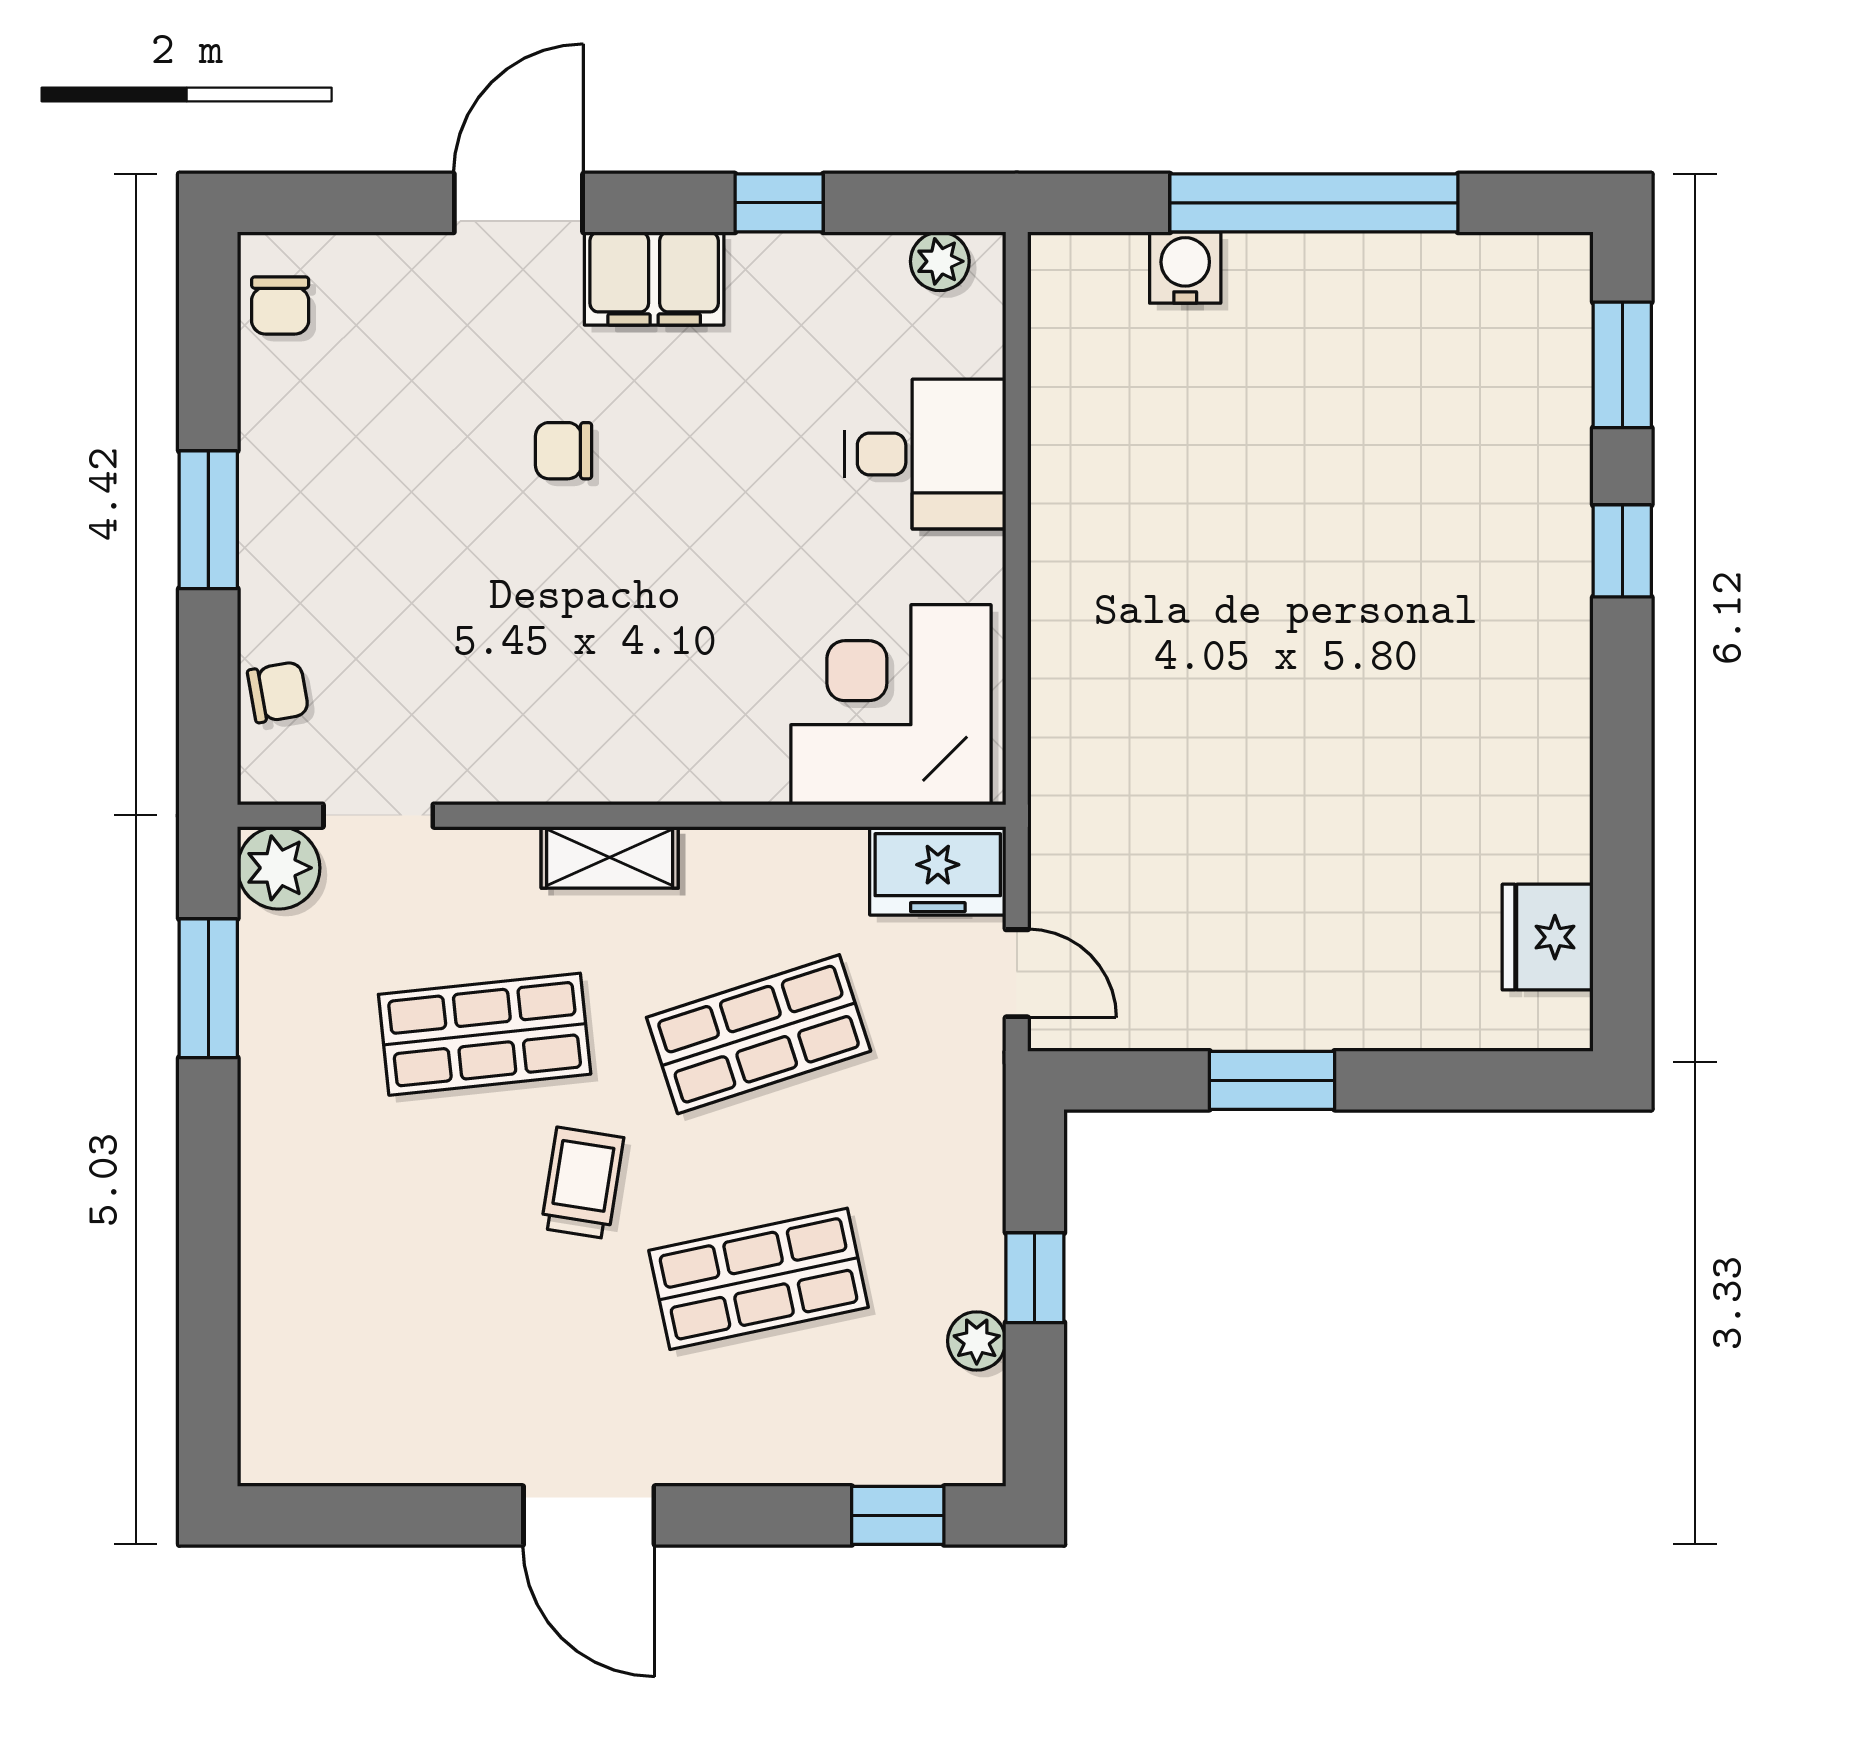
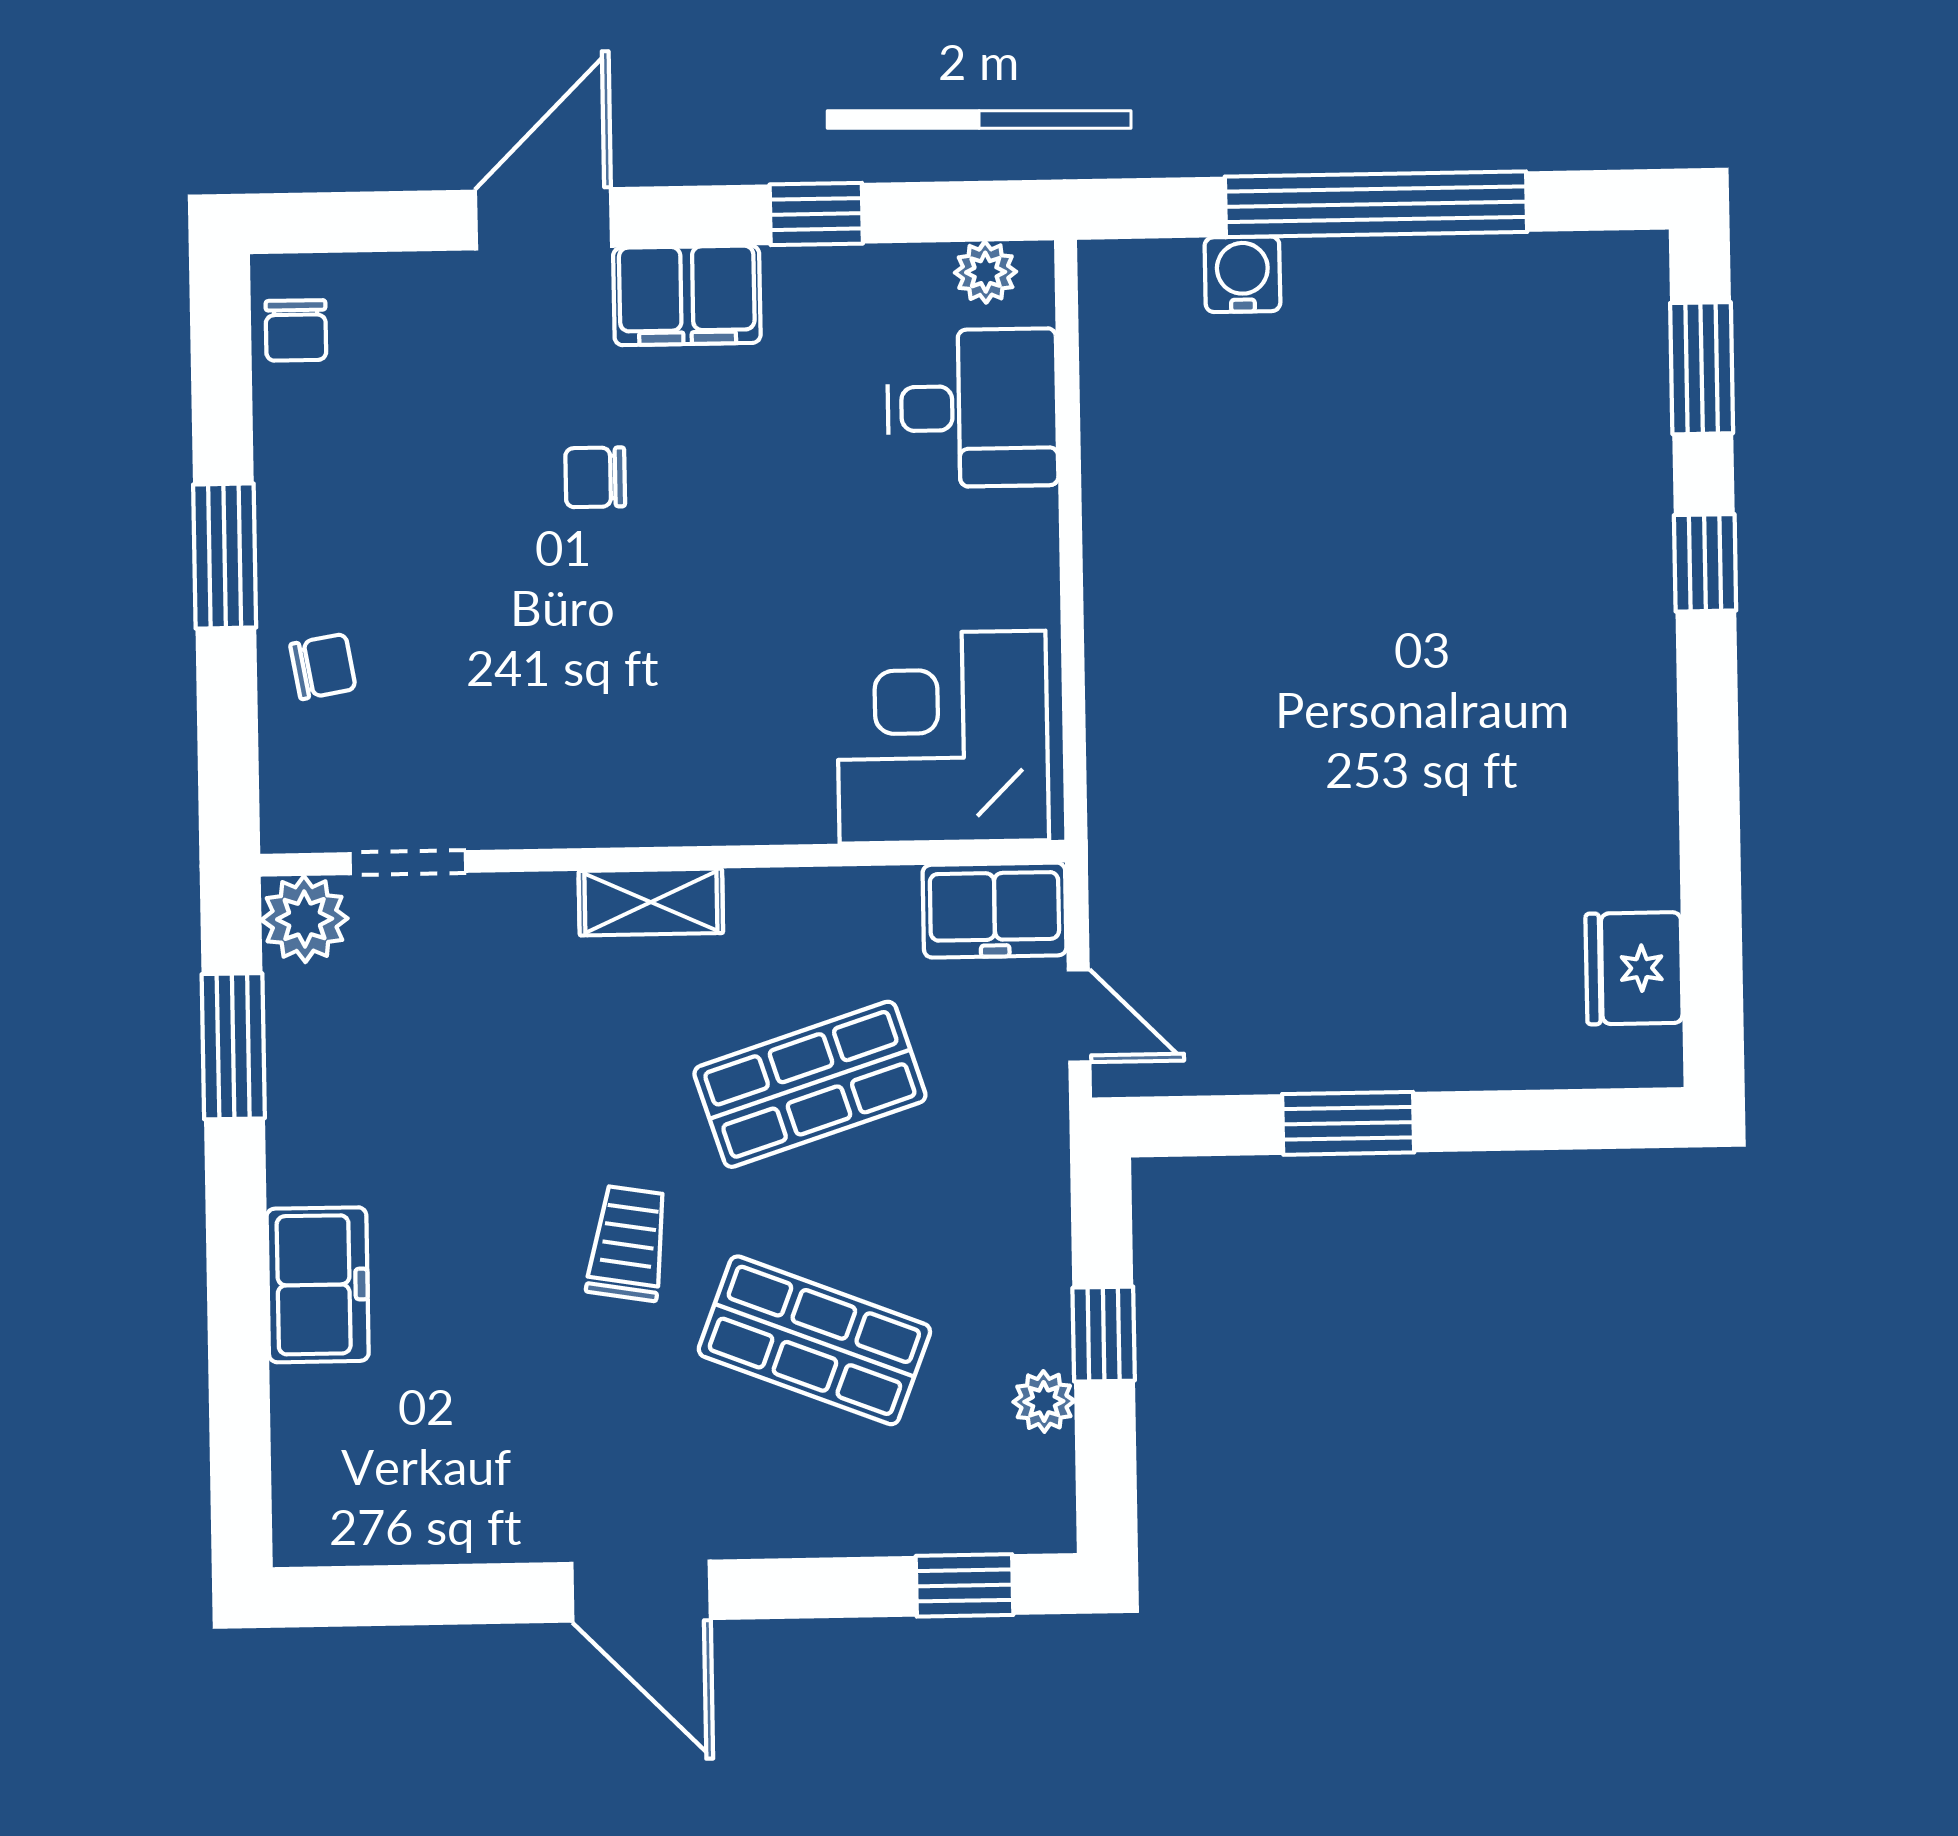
desk: (925, 454) -> (973, 408), moved
chair: (278, 692) -> (323, 666), moved
shop shelf: (485, 1034) -> (523, 1089), removed
freezer: (285, 1217) -> (318, 1285), added
shop shelf: (759, 1279) -> (814, 1340), turned 33

